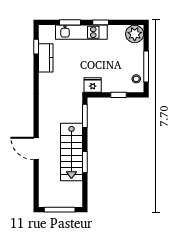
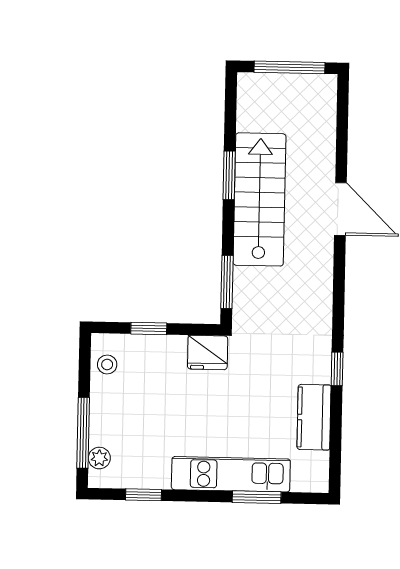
window: (101, 22) -> (144, 495), moved
plant: (135, 34) -> (99, 458), width x0.53, depth x0.53
window: (36, 47) -> (337, 369), moved
window: (146, 66) -> (83, 433), moved

